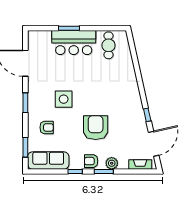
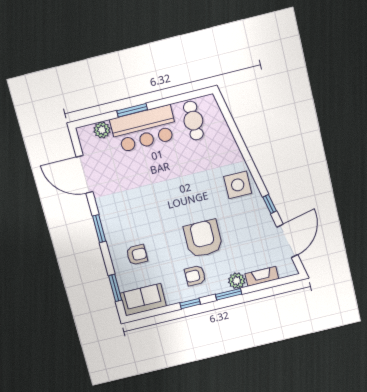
plant: (45, 36) -> (102, 130), added
side table: (64, 99) -> (238, 185), moved
sofa: (48, 161) -> (143, 300), width x0.73
armchair: (91, 161) -> (195, 276), moved
fireplace: (140, 164) -> (262, 276), moved

